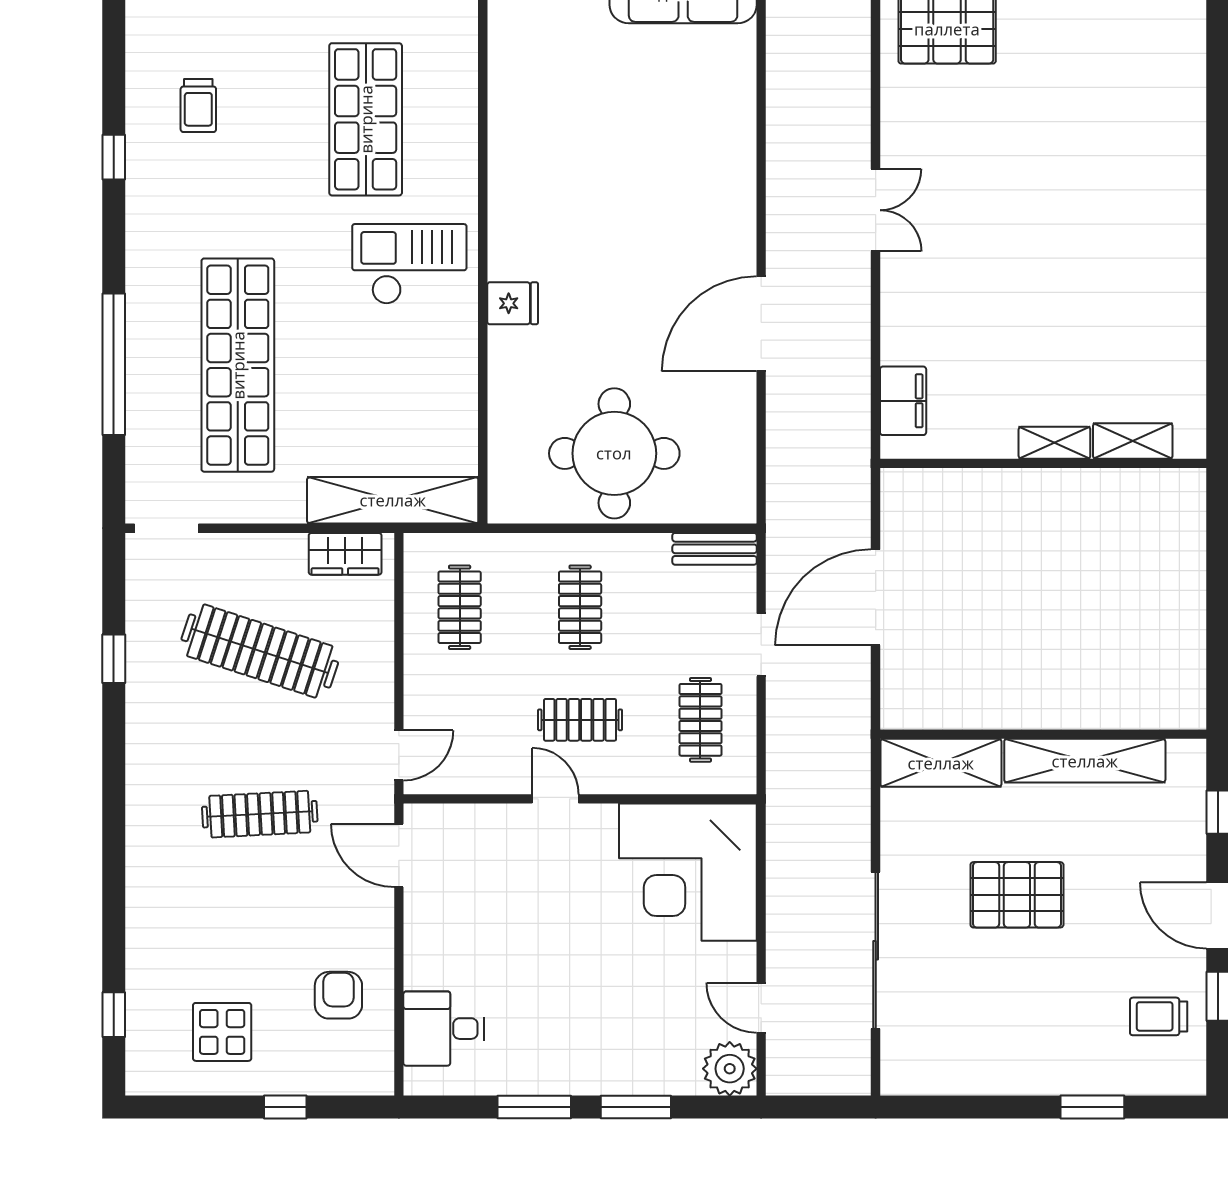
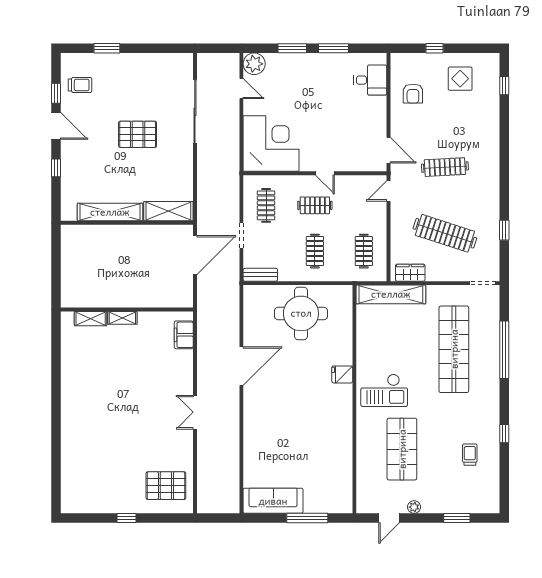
wall: (1043, 734) -> (127, 223), moved
shelving: (1085, 761) -> (110, 212), moved
shelving: (941, 763) -> (168, 211), moved

